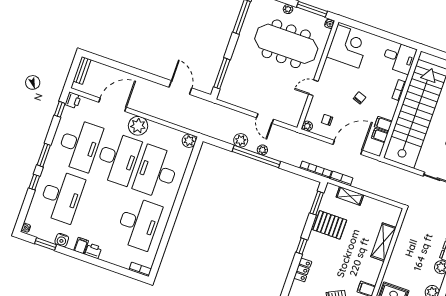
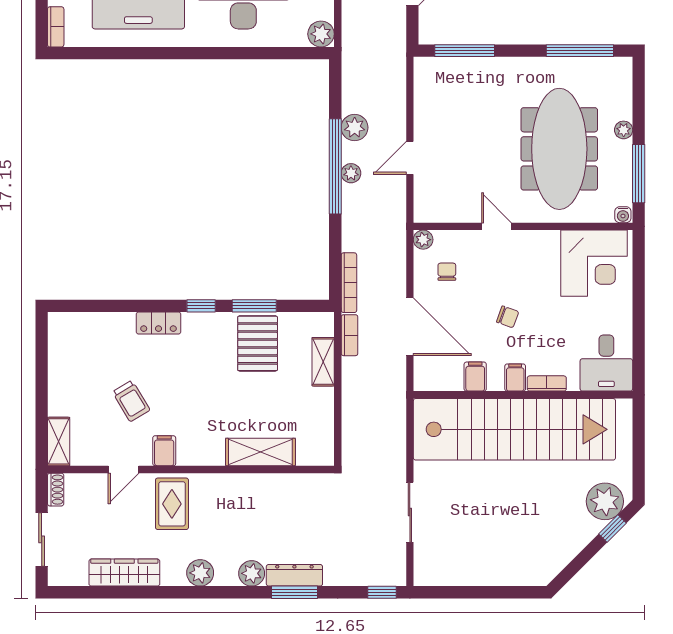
filing cabinet: (380, 136) -> (515, 378), moved
window: (317, 203) -> (254, 306), moved

